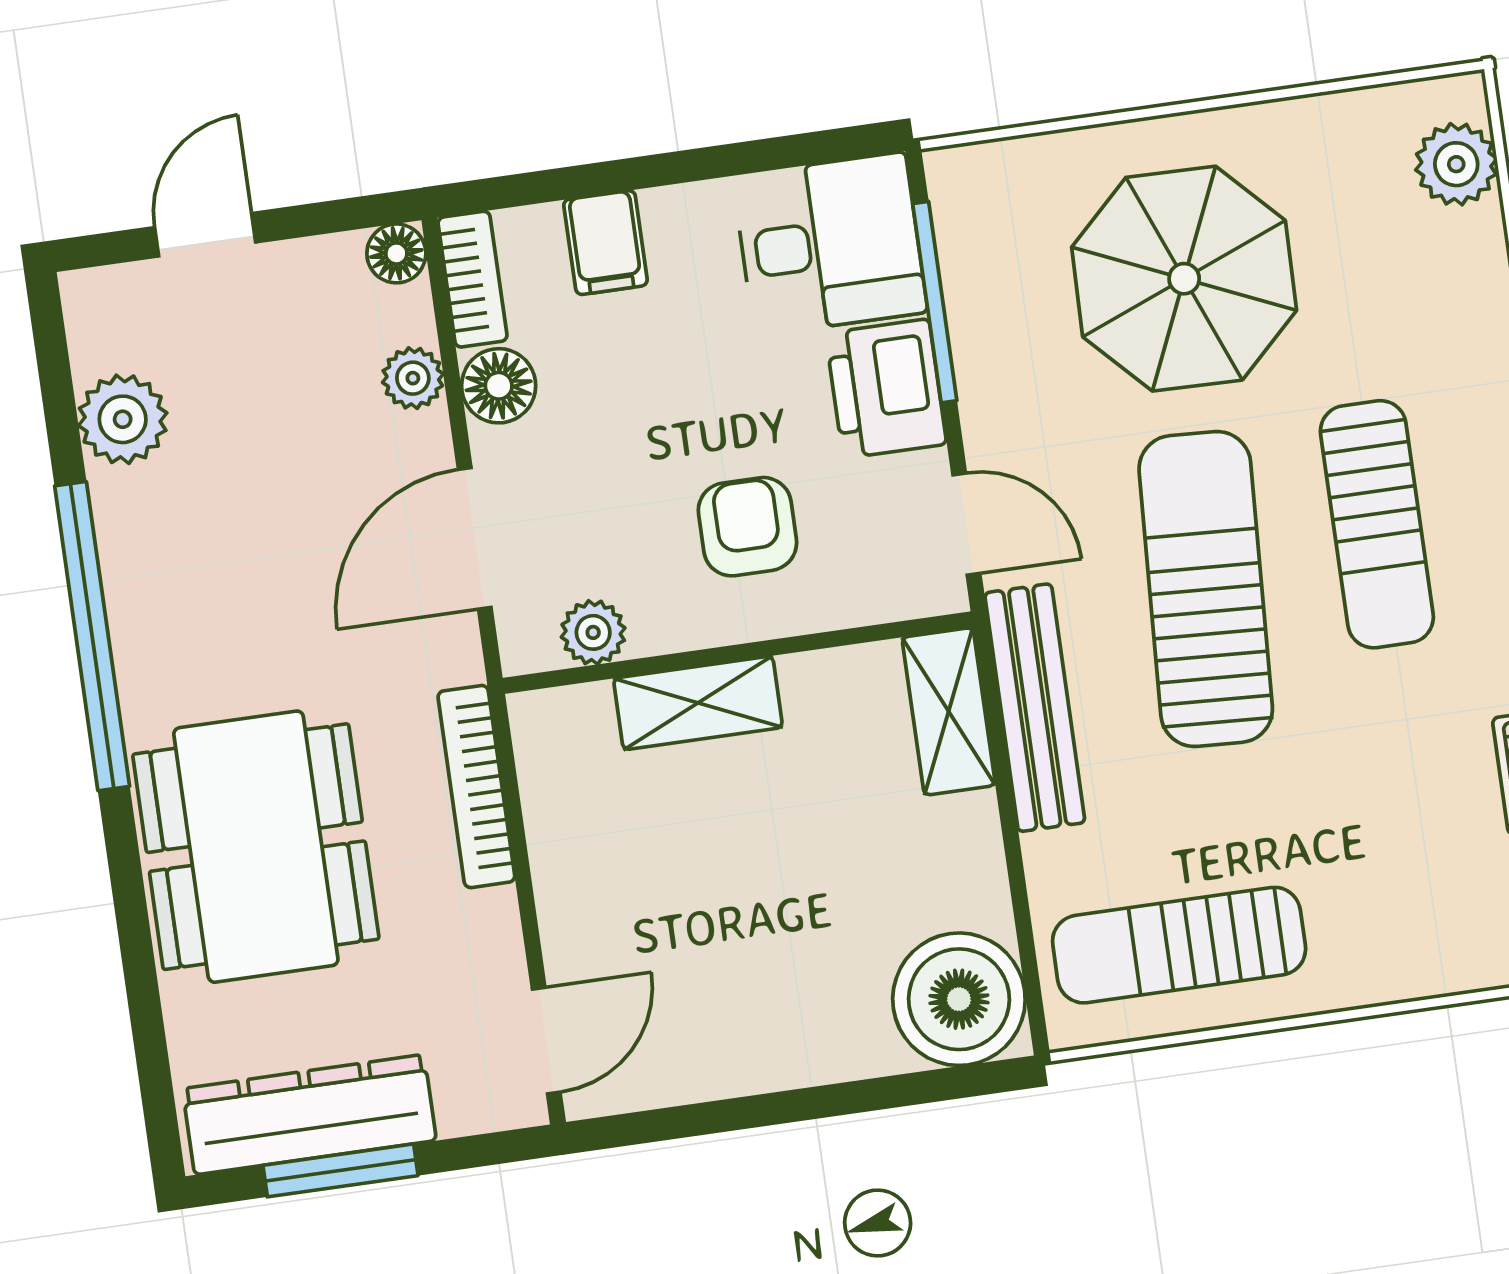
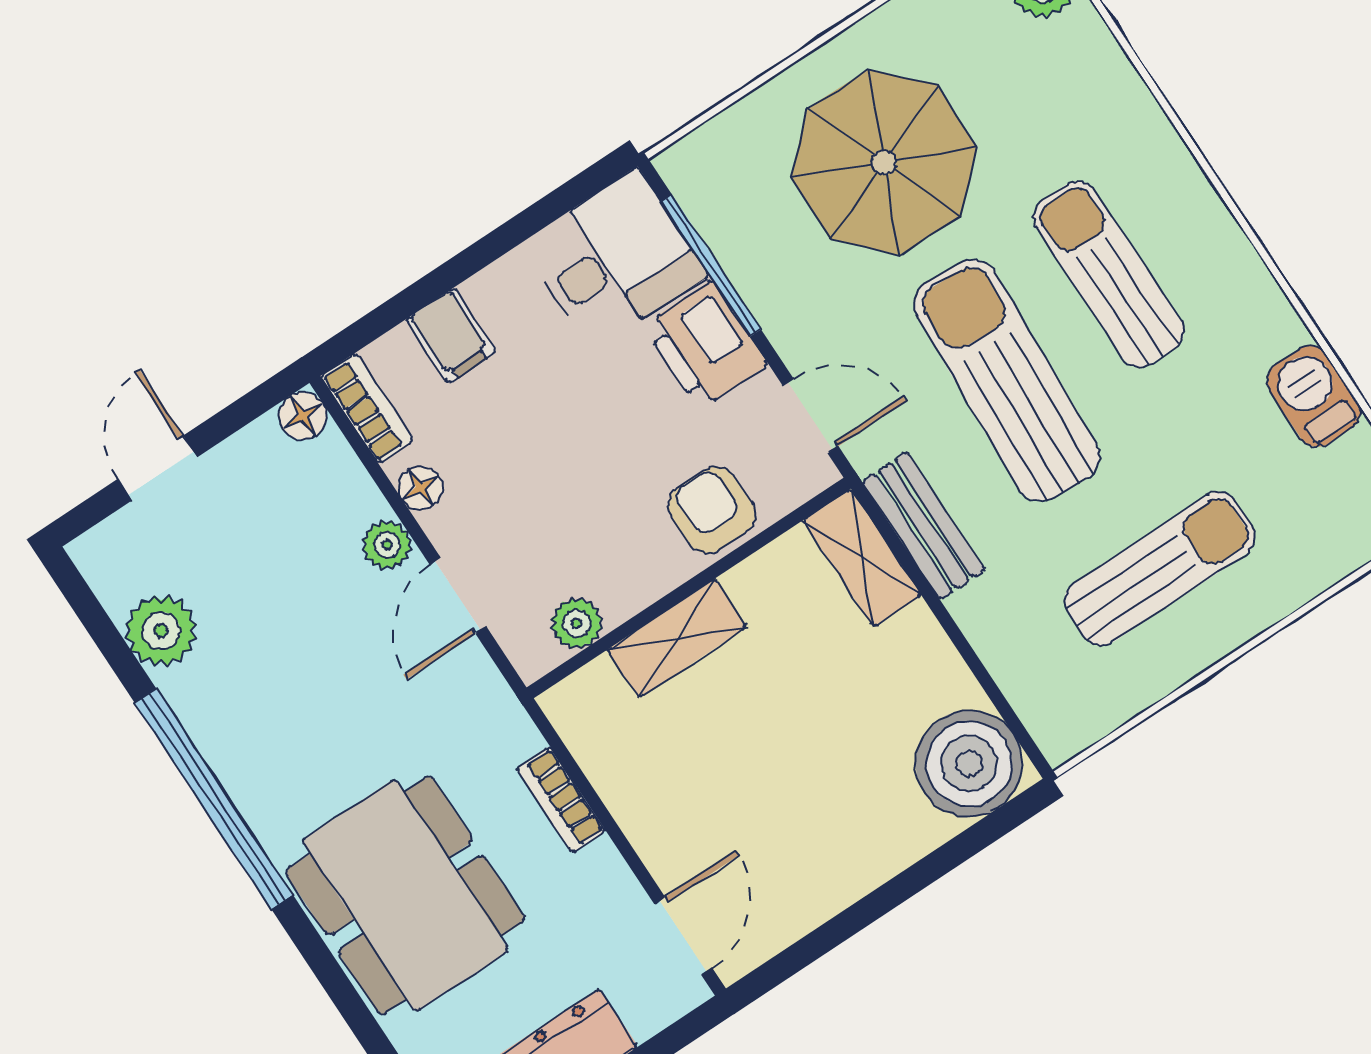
plant: (413, 378) -> (387, 545), moved
floor lamp: (499, 386) -> (421, 488), width x0.73, depth x0.73
sun lounger: (1377, 524) -> (1109, 274), turned 180
armchair: (747, 527) -> (712, 510), moved
door: (475, 538) -> (458, 596), width x0.73
bench: (1035, 708) -> (923, 526), width x0.73
bookcase: (476, 787) -> (561, 800), width x0.64
sun lounger: (1179, 945) -> (1160, 569), moved, turned 180

